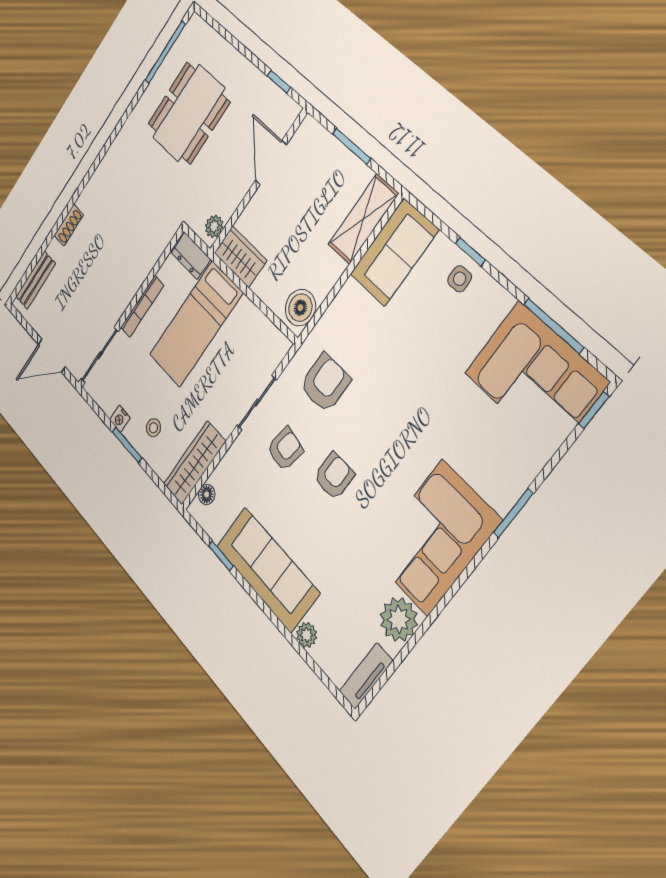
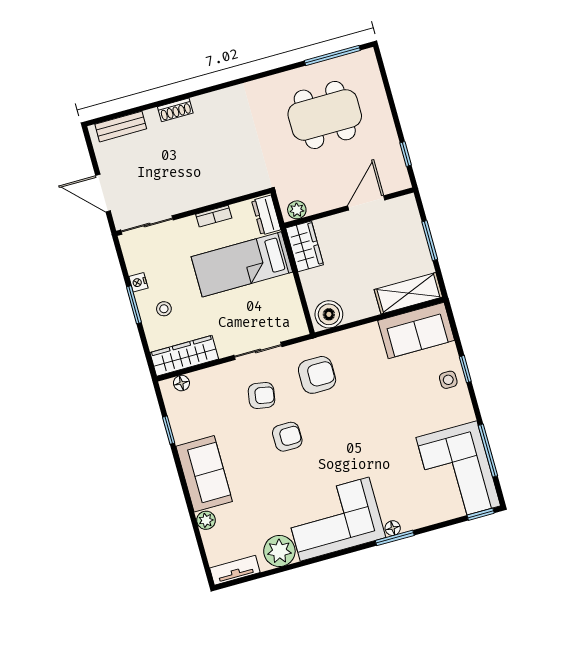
bookcase: (142, 307) -> (214, 216), width x0.64
floor lamp: (504, 502) -> (393, 528), added
sofa: (267, 569) -> (204, 474), width x0.73

